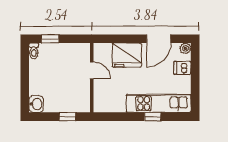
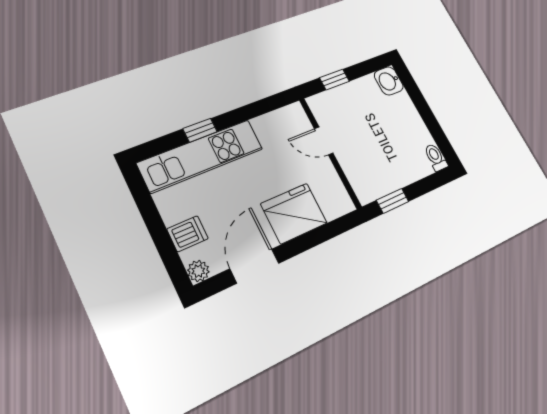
window: (50, 39) -> (393, 201), moved
door: (92, 70) -> (324, 141), moved

